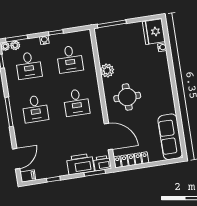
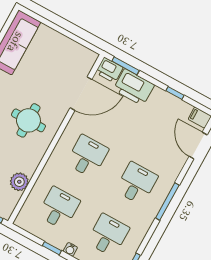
plant: (107, 71) -> (19, 182), moved
door: (108, 136) -> (81, 94), swing flipped
door: (16, 159) -> (198, 146), hinge flipped
locker: (131, 160) -> (76, 50), removed

